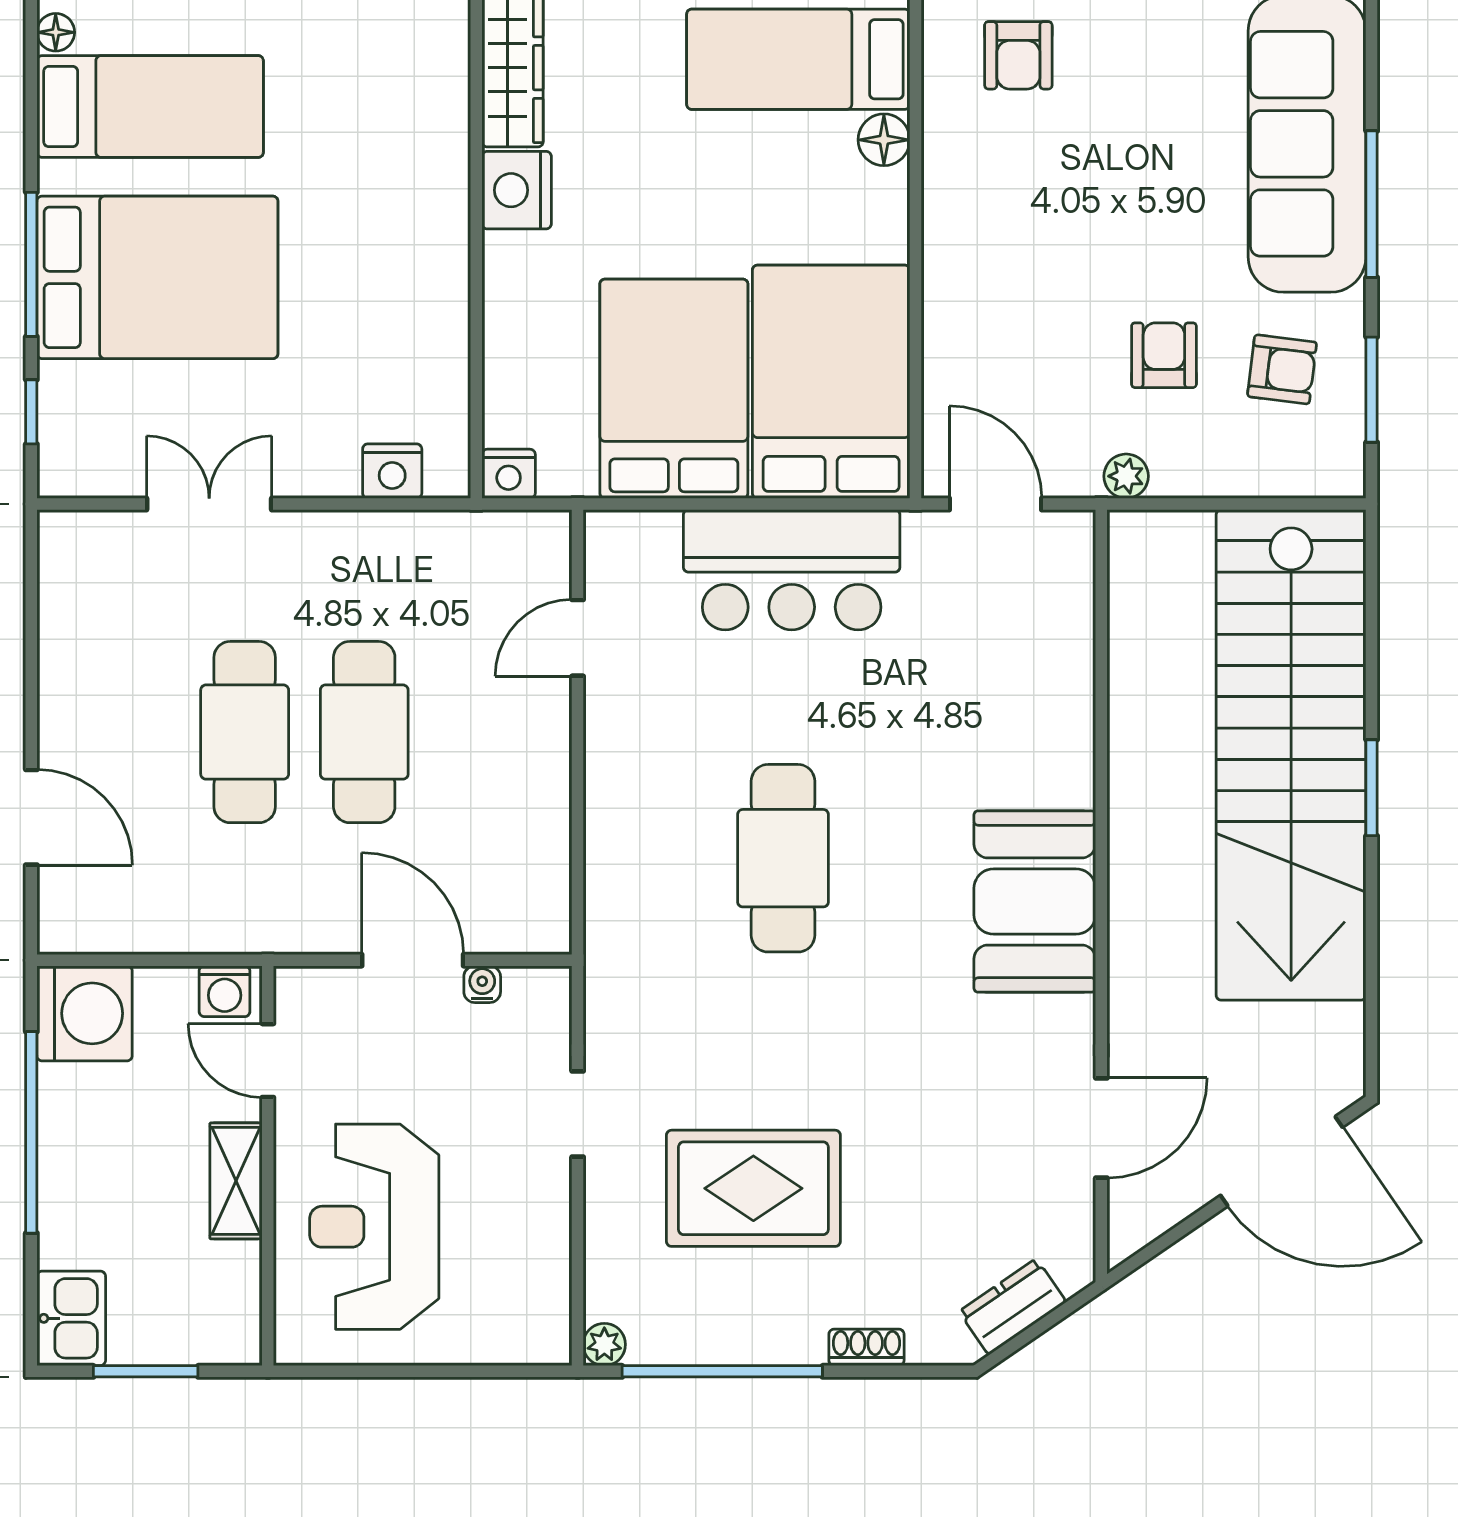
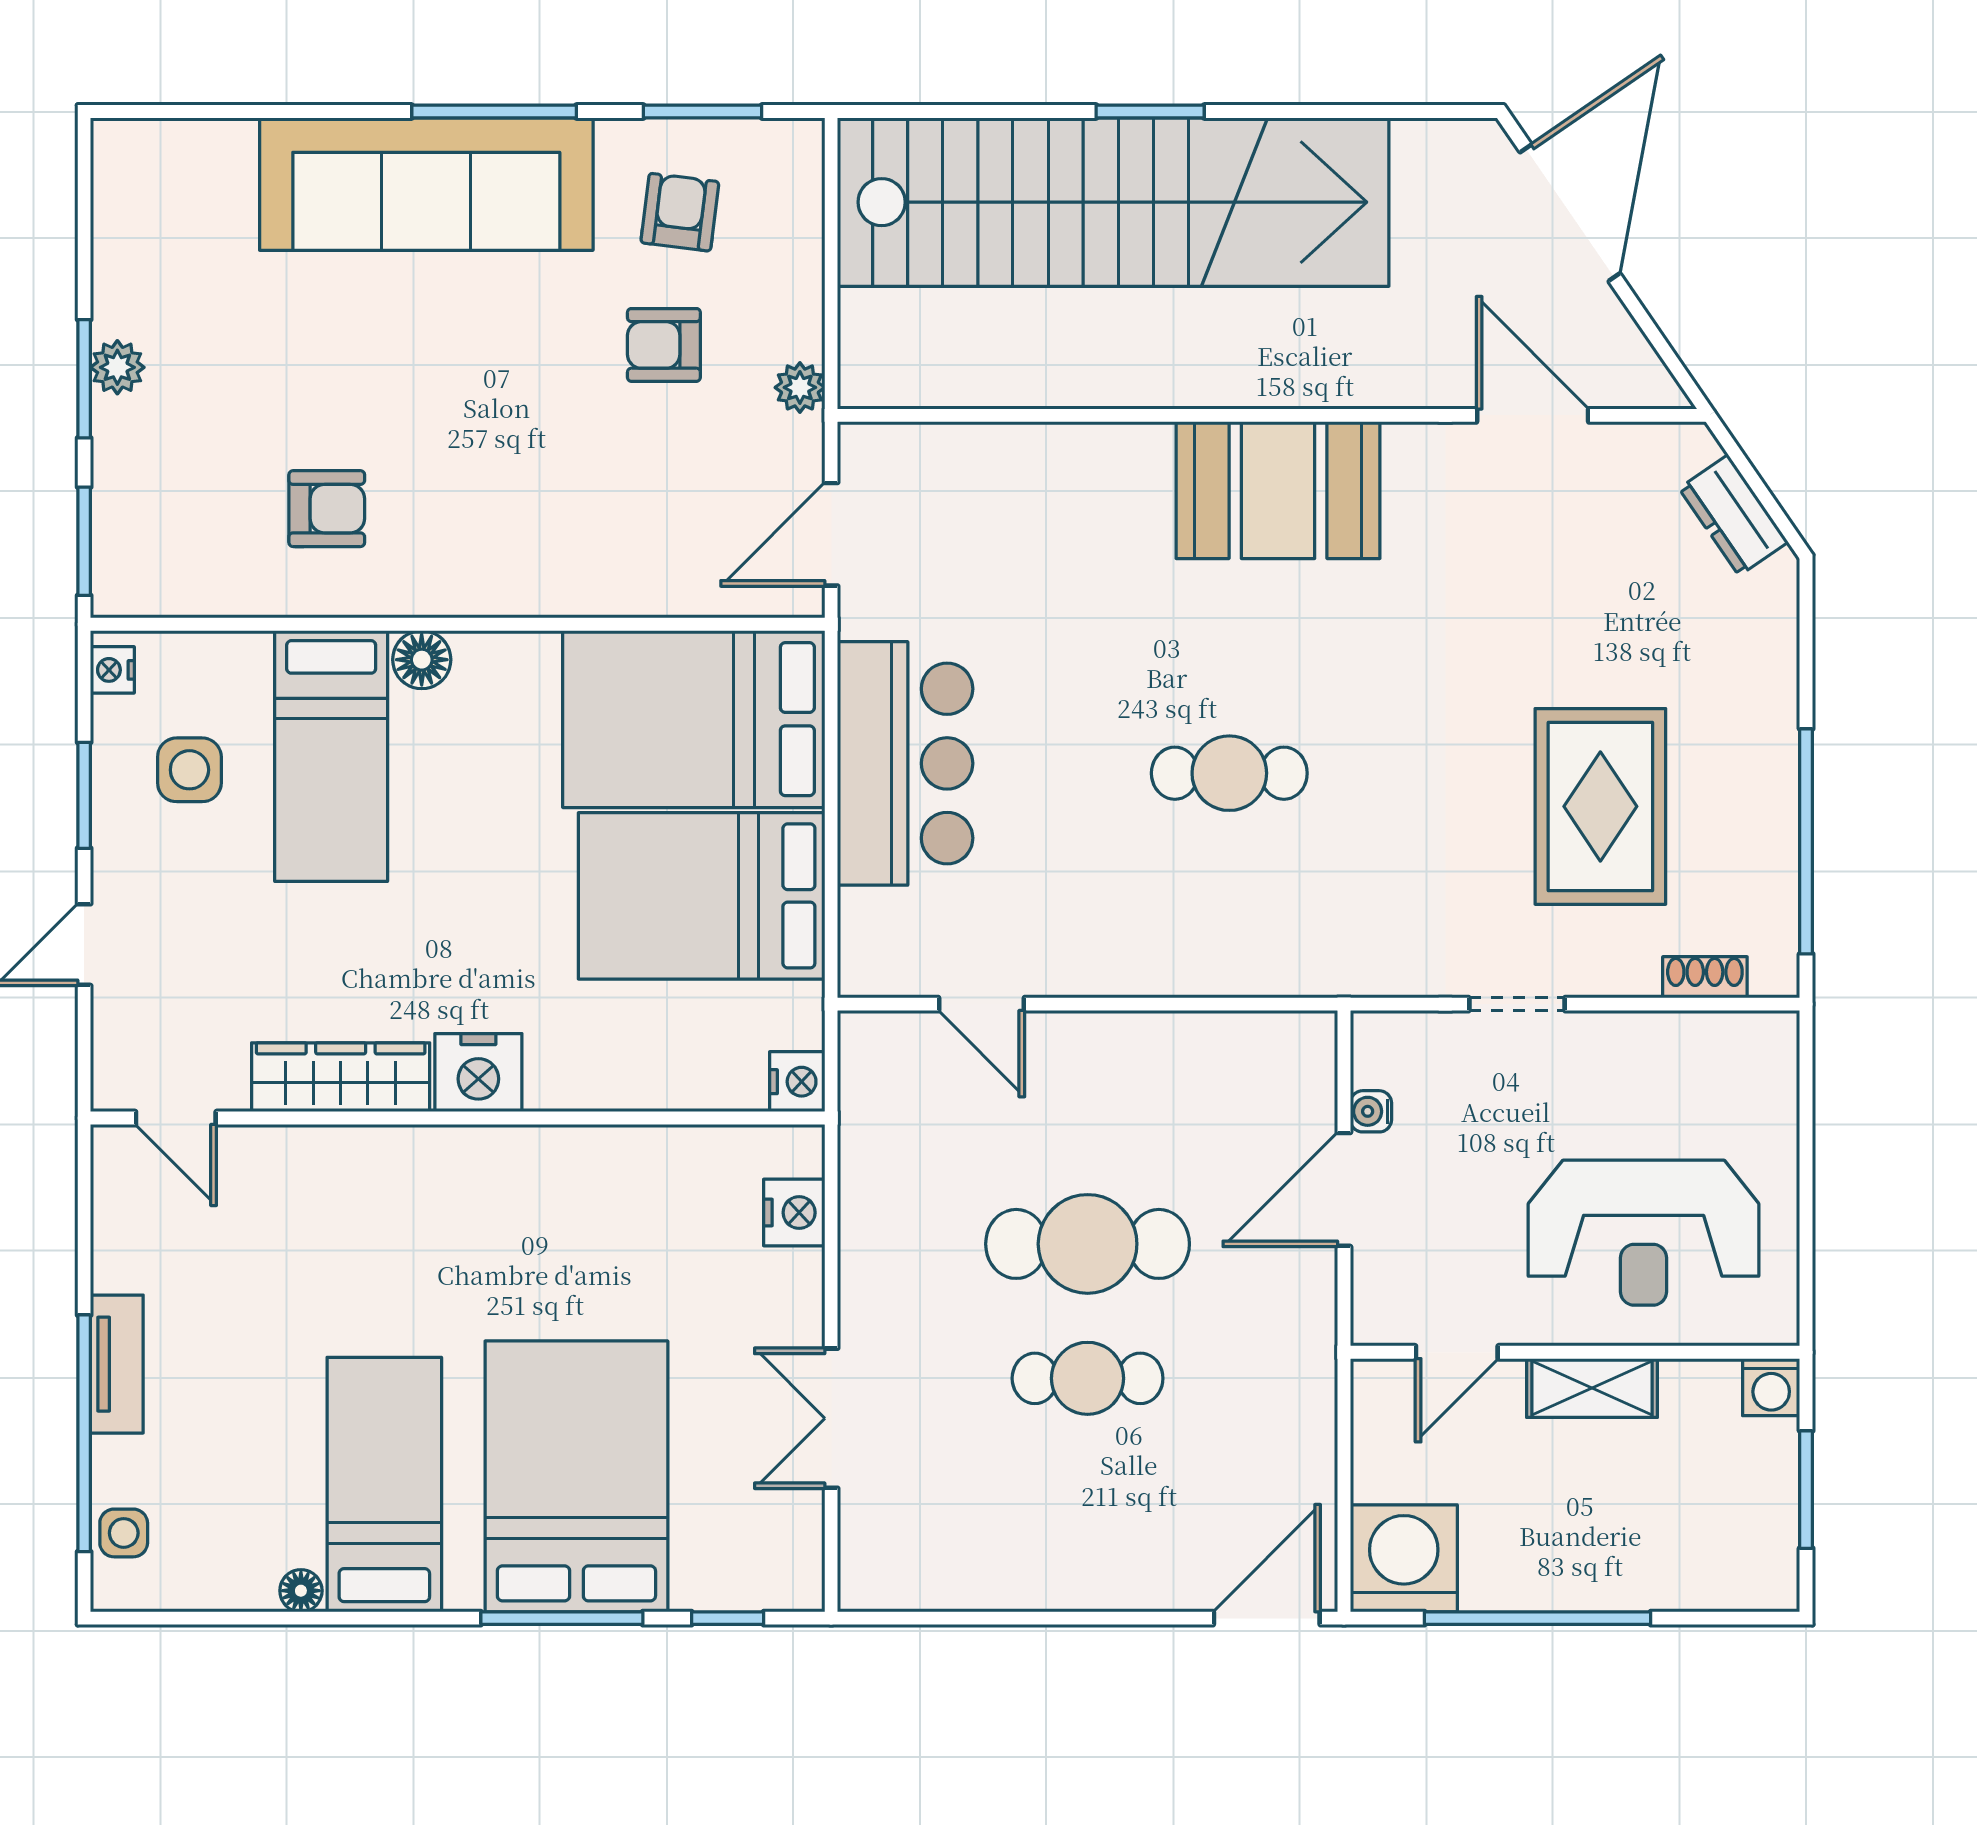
cafe table: (245, 732) -> (1088, 1378), width x0.73, depth x0.74
door: (31, 817) -> (1267, 1618), moved
cafe table: (783, 858) -> (1229, 773), width x0.73, depth x0.74
washing machine: (225, 991) -> (1771, 1387), moved, turned 90
kitchen sink: (71, 1318) -> (1747, 1573), removed
plant: (604, 1344) -> (1776, 974), removed
shoe rack: (866, 1347) -> (1705, 977), moved, turned 90

